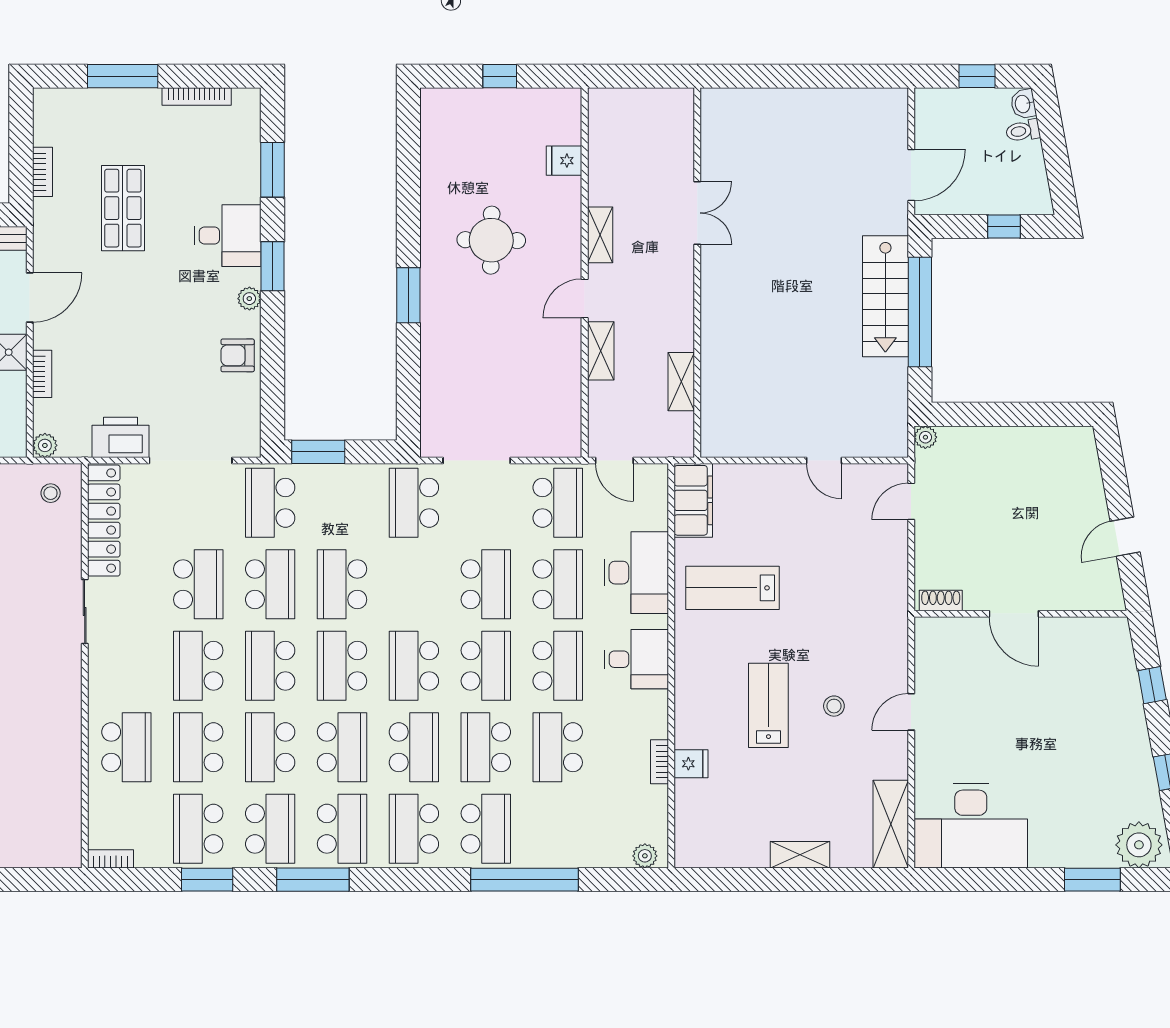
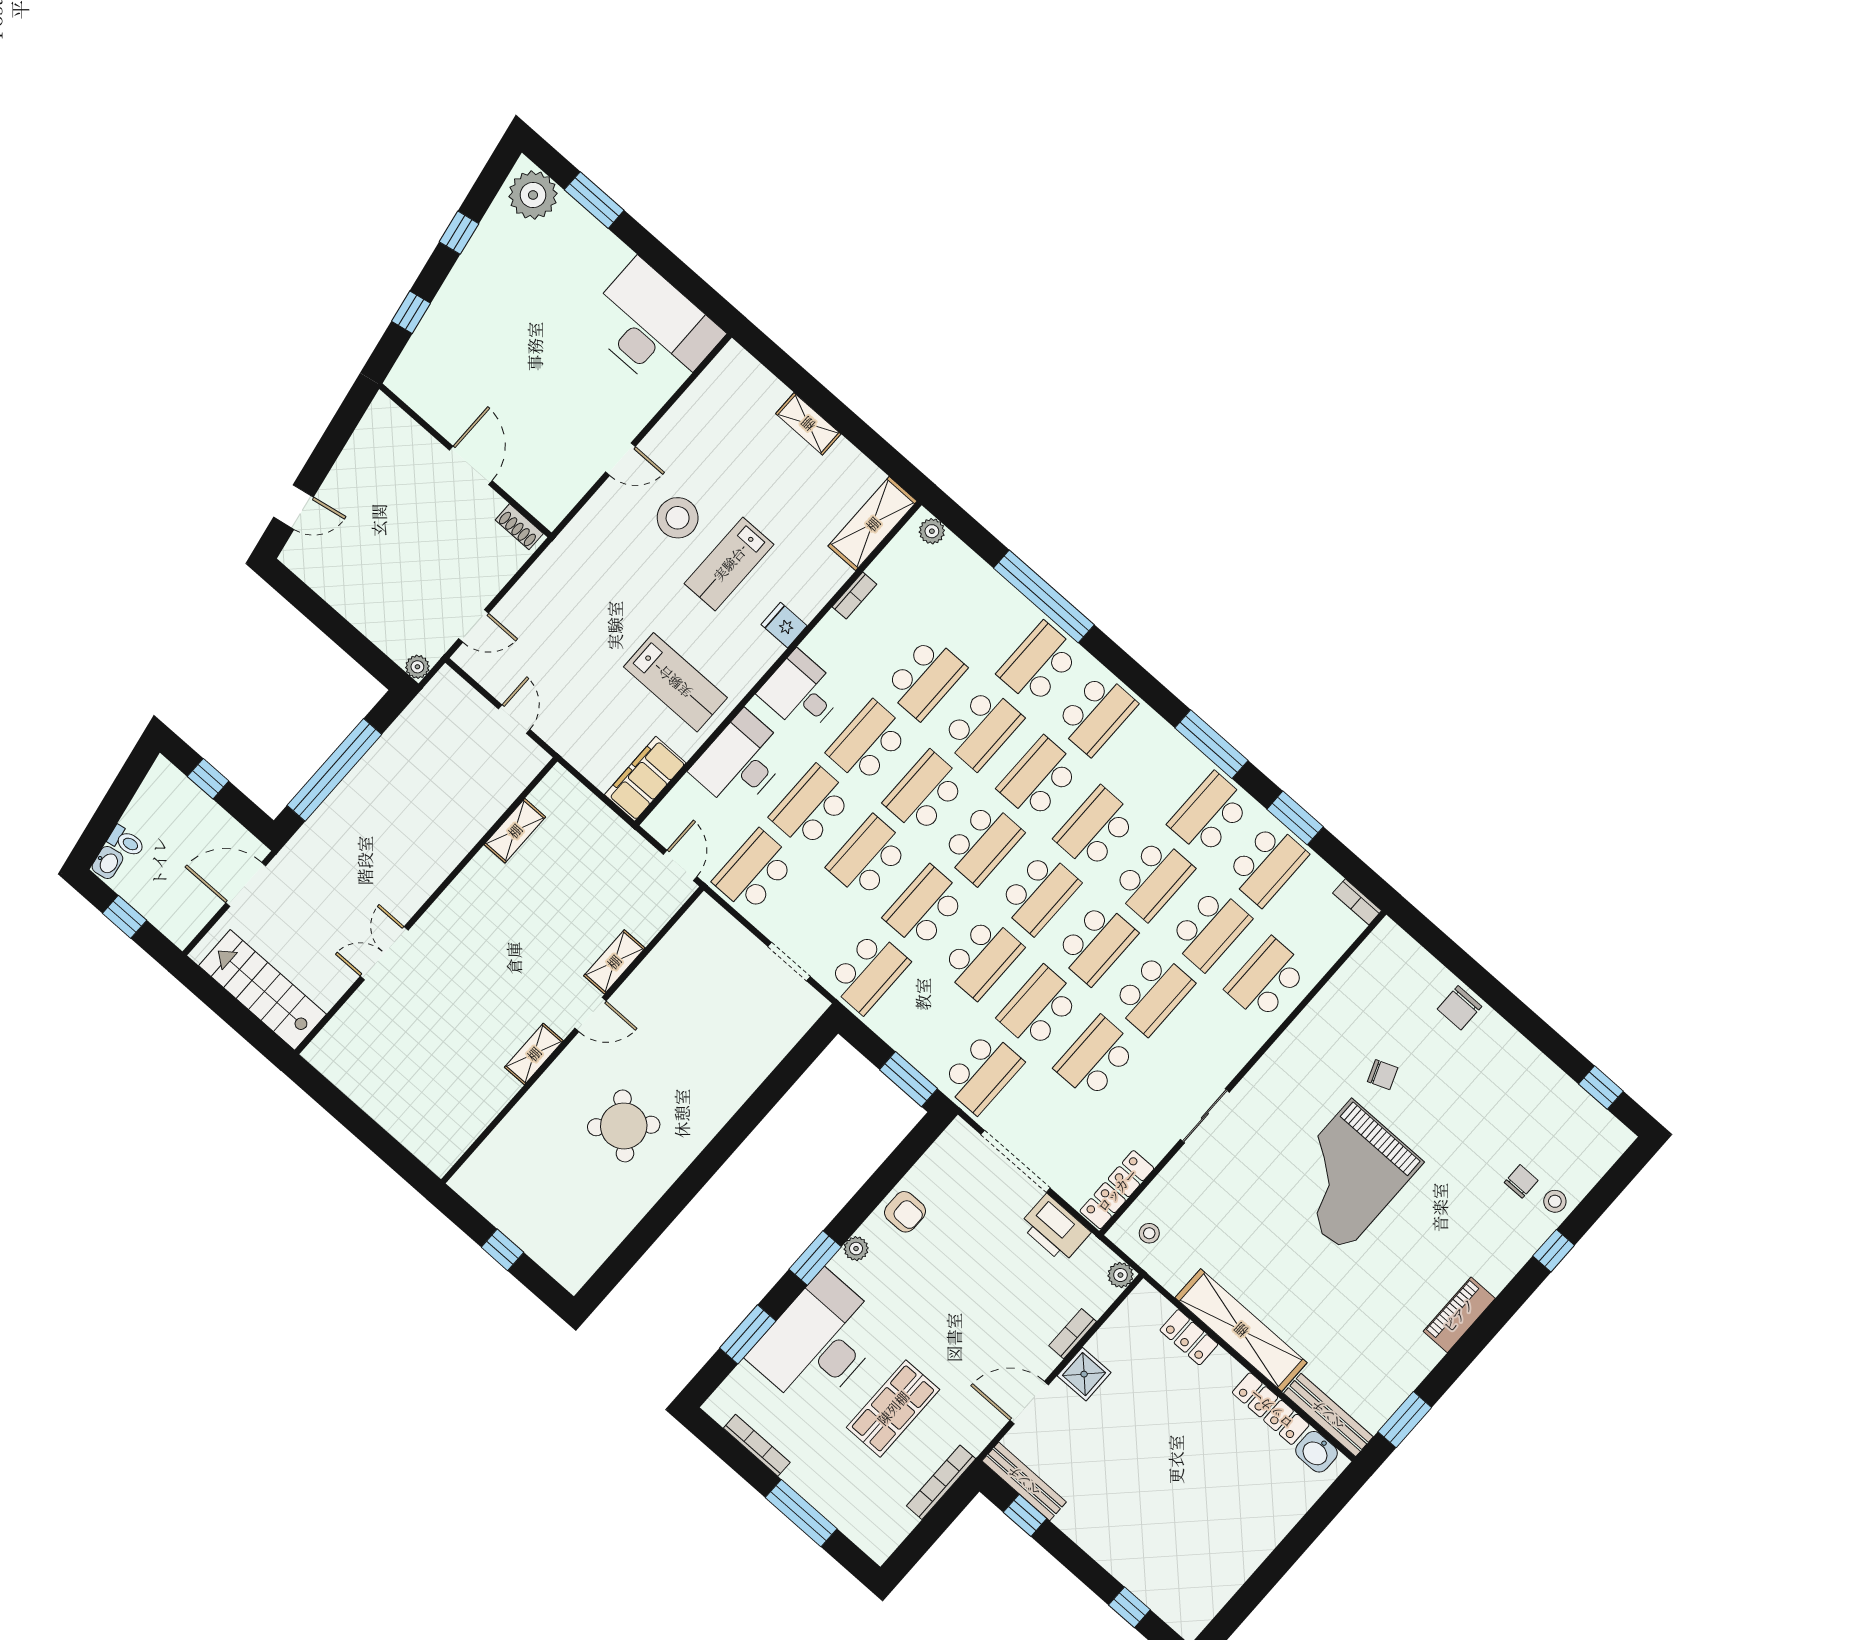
fridge: (564, 161) -> (511, 1138), removed
bookcase: (42, 172) -> (941, 1482), width x1.56
double door: (697, 213) -> (384, 953), moved
desk: (228, 236) -> (818, 1342), width x1.87, depth x1.30
round table: (491, 240) -> (624, 1126), turned 45
wall: (697, 273) -> (426, 906), moved
window: (408, 295) -> (728, 1140), removed
stairs: (885, 296) -> (263, 990), moved, turned -90
shelving: (681, 382) -> (515, 831), moved
doorway: (477, 461) -> (789, 962), width x0.73
locker: (104, 521) -> (1117, 1190), width x0.71, depth x0.83
door: (1125, 537) -> (294, 507), moved
stool: (834, 706) -> (678, 518), width x1.89, depth x1.89
fridge: (691, 764) -> (784, 625), moved
shelving: (891, 824) -> (873, 524), moved
school desk: (342, 829) -> (925, 907), moved

